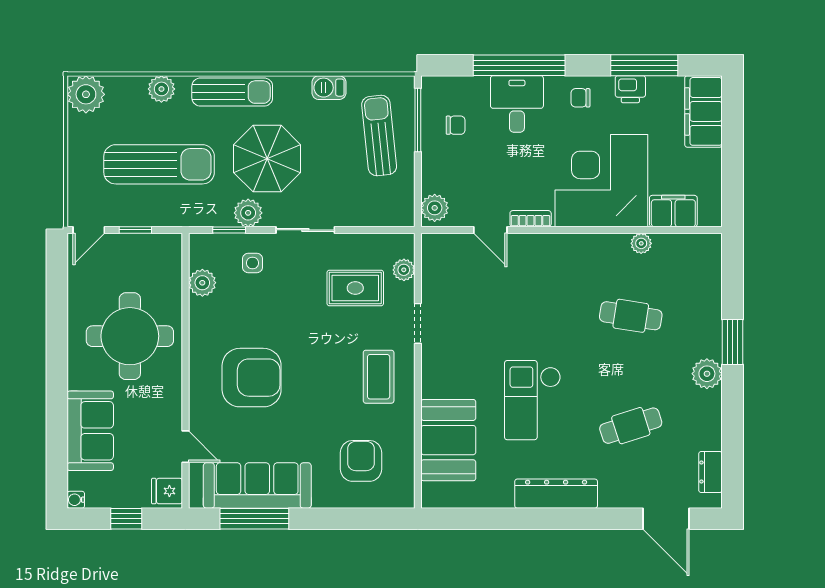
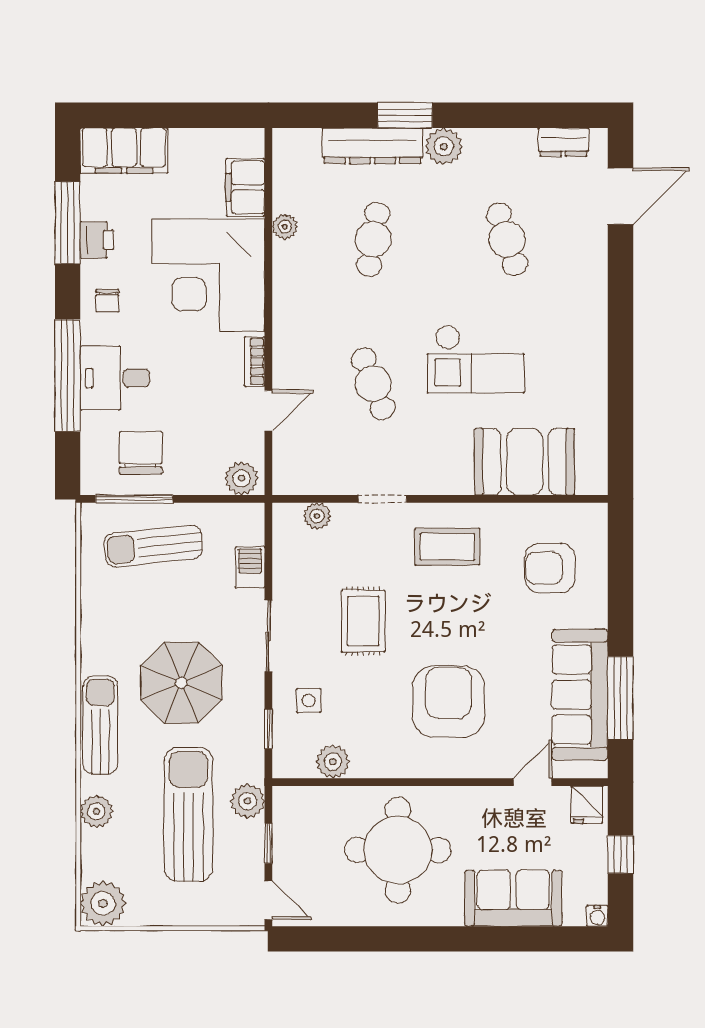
barbecue: (329, 88) -> (250, 567), moved, turned 180
chair: (456, 125) -> (141, 453), width x1.87, depth x1.87
plant: (248, 213) -> (248, 801), moved
rug: (355, 288) -> (363, 621), moved
cafe table: (512, 316) -> (373, 384), added
dresser: (556, 494) -> (372, 146), moved, turned -90

